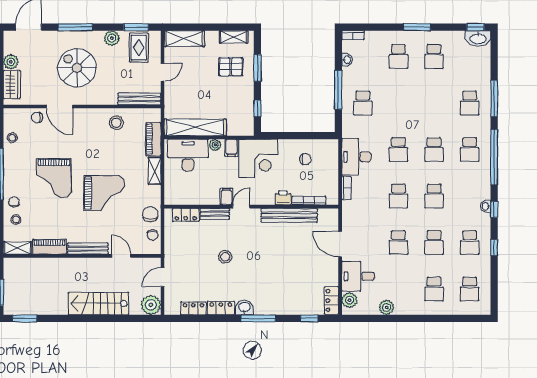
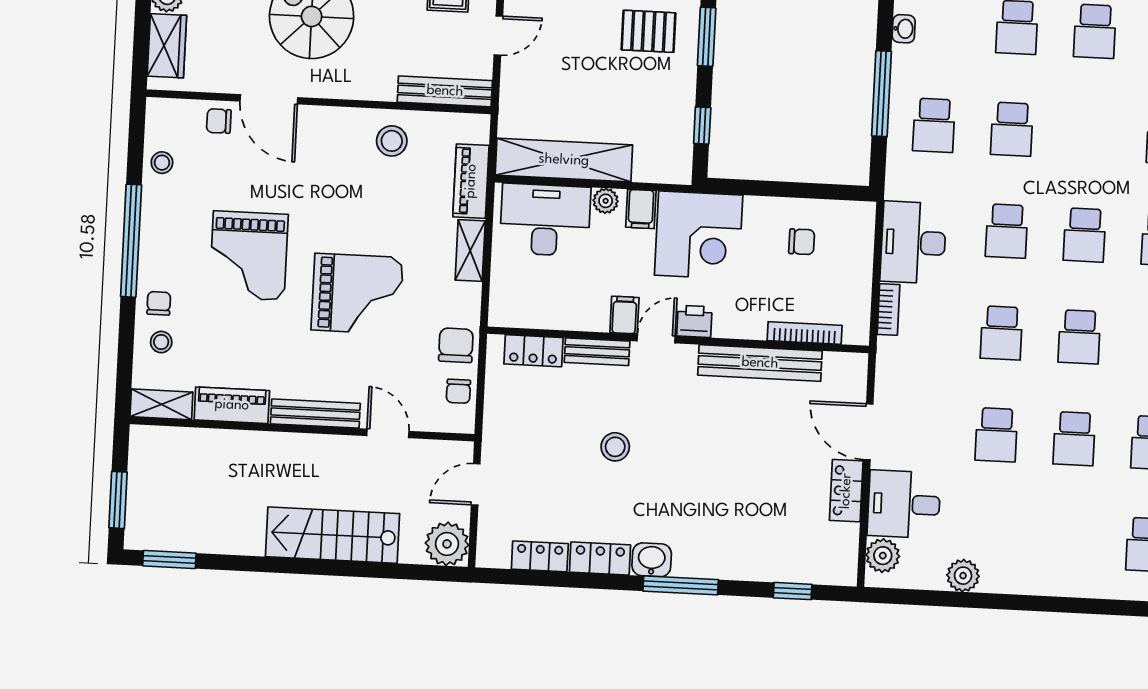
printer: (283, 198) -> (694, 321), moved
school desk: (434, 289) -> (1012, 129), moved
locker: (331, 301) -> (846, 491), moved

